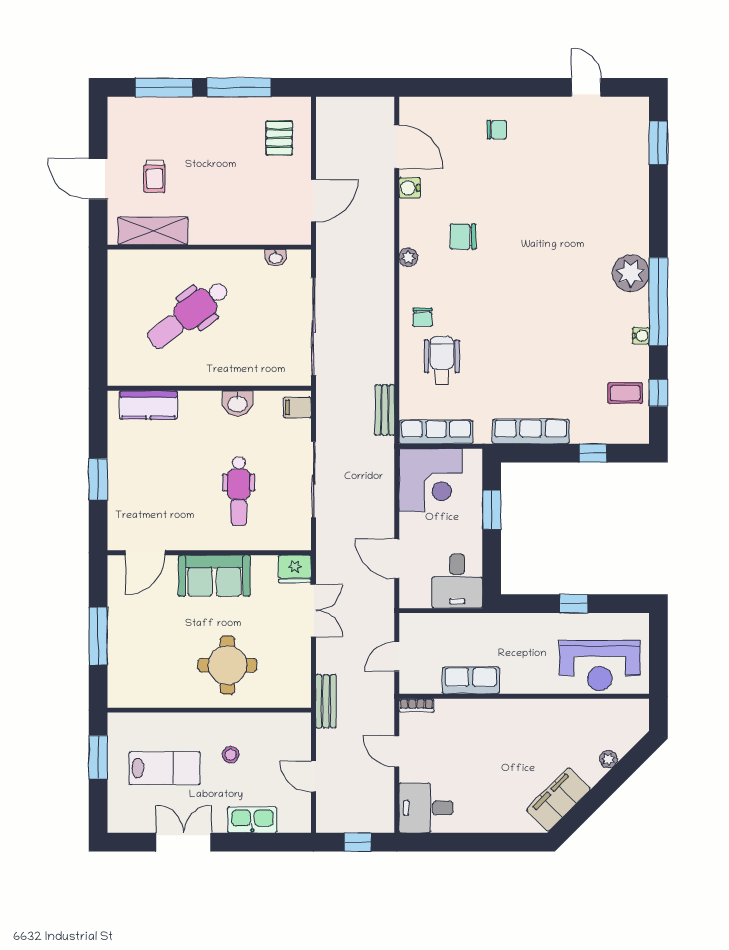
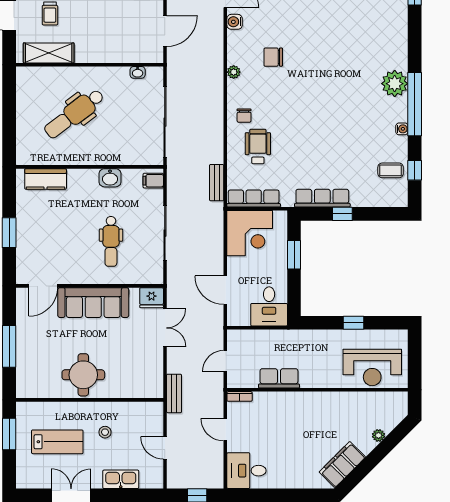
window: (593, 453) -> (342, 214), moved
sofa: (214, 576) -> (93, 303), width x1.36
round table: (227, 665) -> (83, 375), moved

